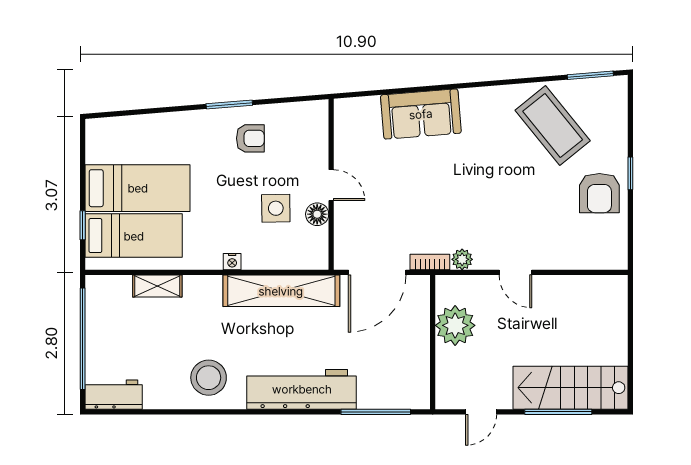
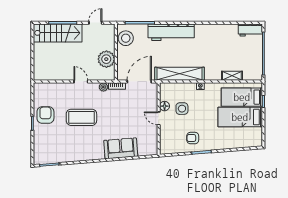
coffee table: (553, 125) -> (81, 117), moved, turned -51
stool: (209, 378) -> (126, 38), moved

